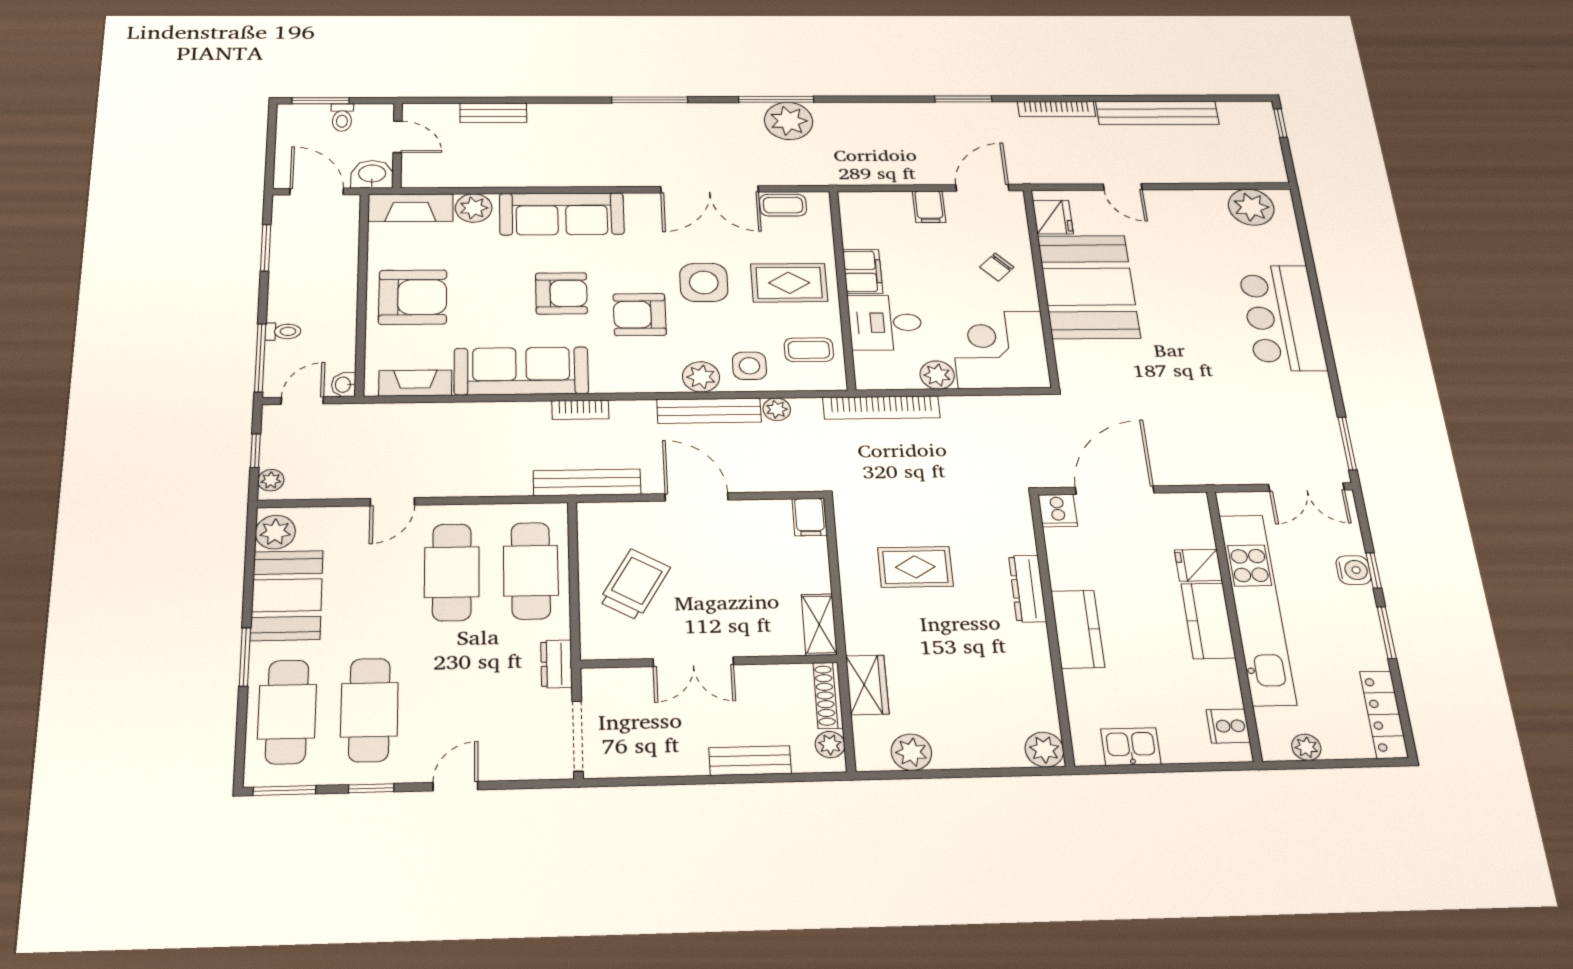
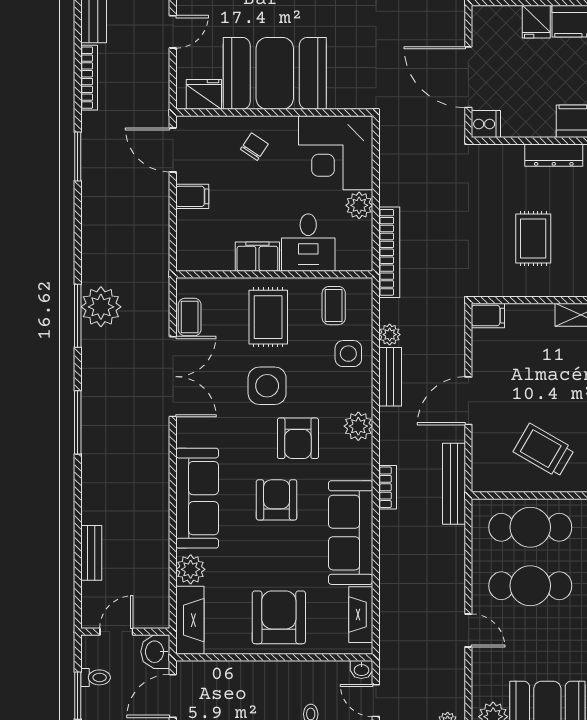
chair: (997, 267) -> (254, 147), turned -102
plant: (701, 377) -> (358, 426), moved
bench: (709, 411) -> (390, 377), width x0.73

